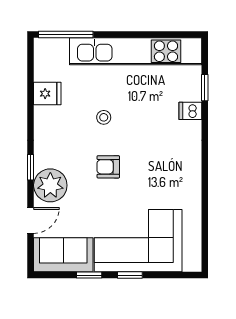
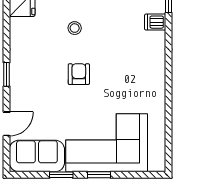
armchair: (108, 167) -> (79, 74), turned 90
plant: (50, 185) -> (25, 91), removed

